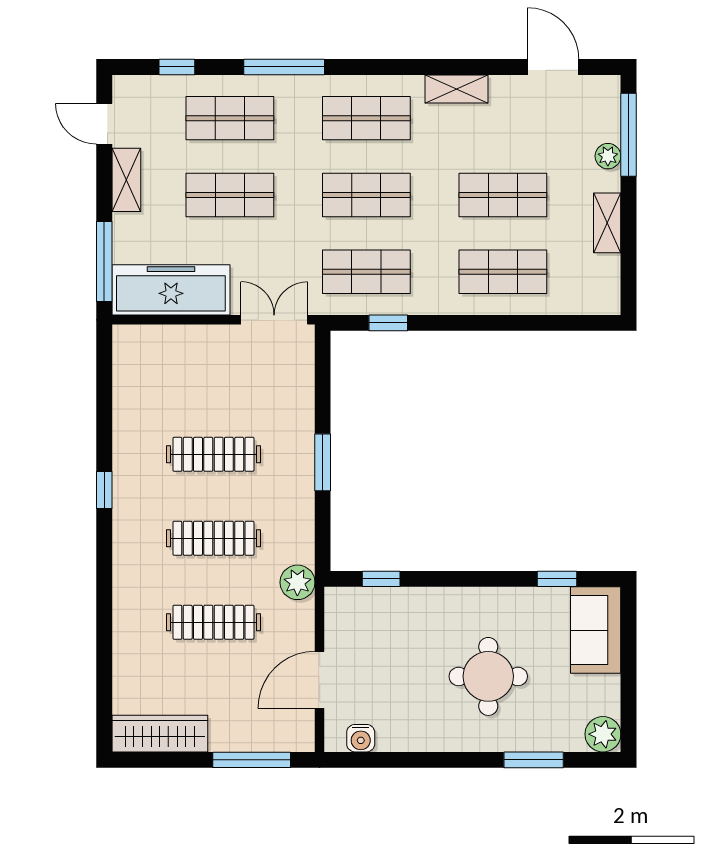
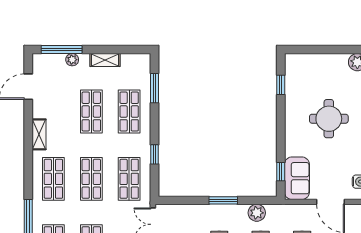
window: (388, 323) -> (154, 154), moved
window: (550, 323) -> (154, 88), added
plant: (297, 582) -> (257, 213), moved
sofa: (596, 630) -> (297, 178), moved, turned -90

